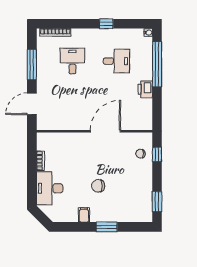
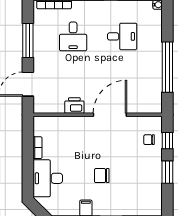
desk: (72, 61) -> (73, 36), turned 180
window: (157, 64) -> (167, 67), moved
printer: (145, 89) -> (74, 105), moved, turned 90
window: (157, 202) -> (167, 172), moved

